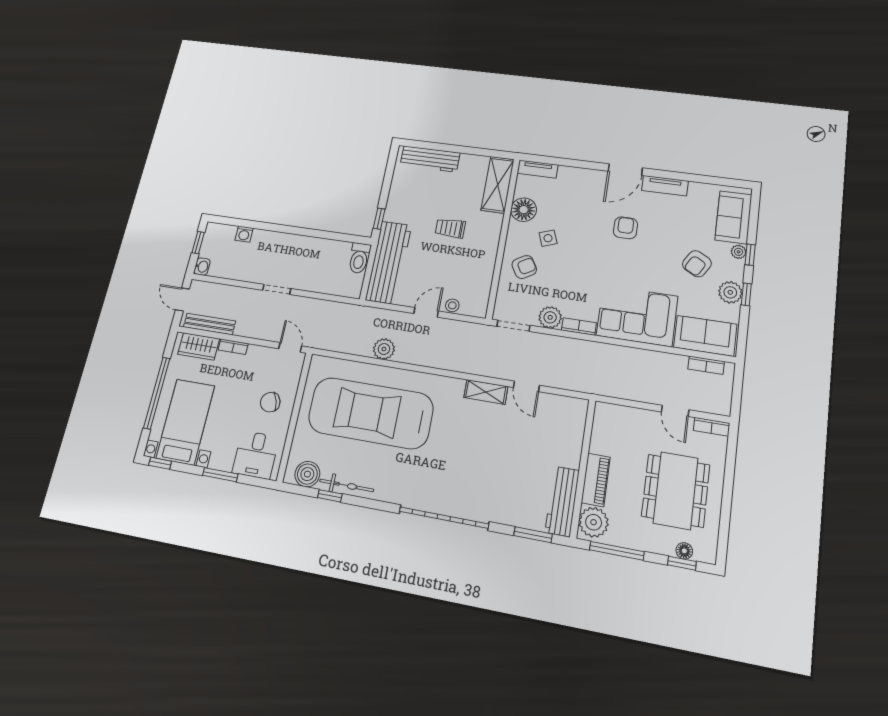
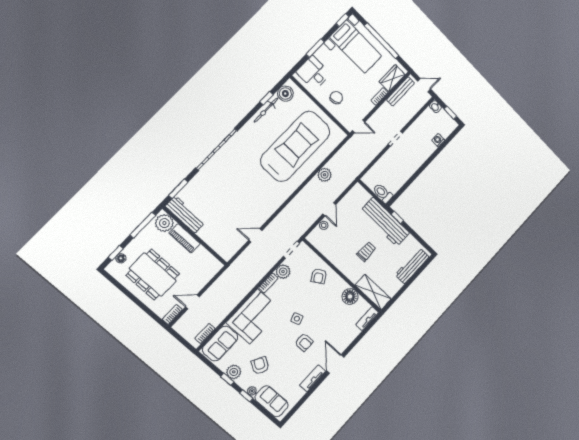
side table: (548, 238) -> (297, 319), moved
workbench: (389, 262) -> (385, 222), moved
shelving: (486, 392) -> (266, 213), removed

